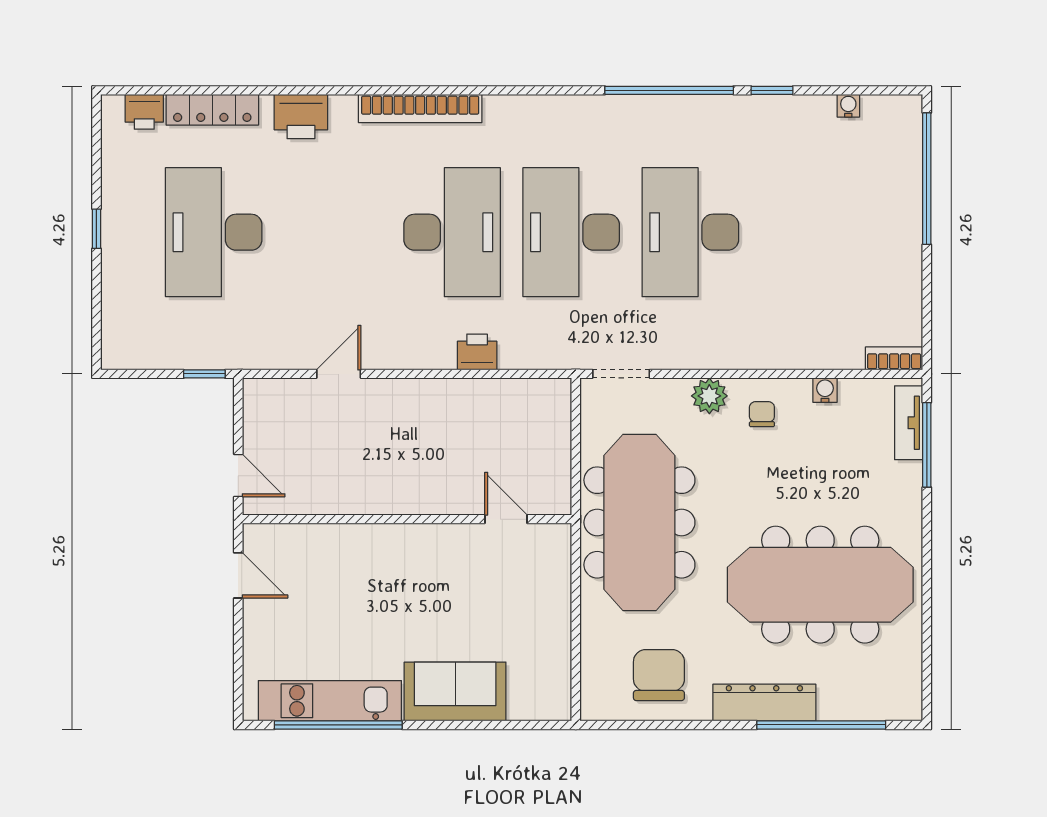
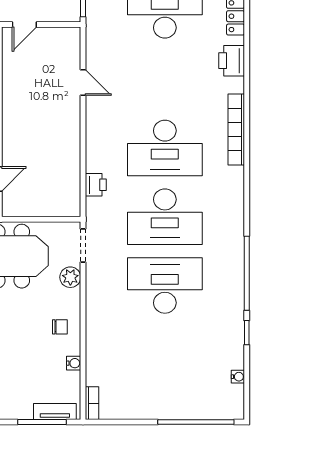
desk: (571, 232) -> (165, 217), turned 180
printer: (477, 352) -> (96, 185), moved
plant: (709, 396) -> (70, 277), moved

